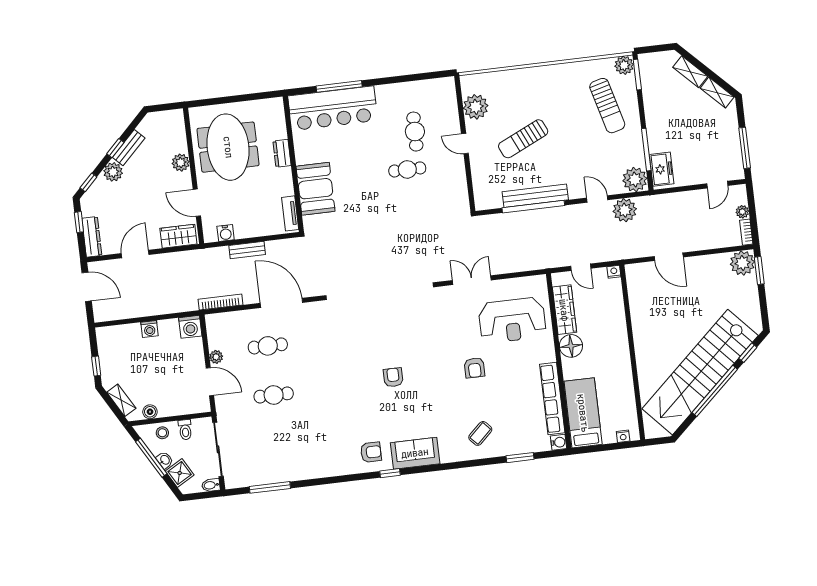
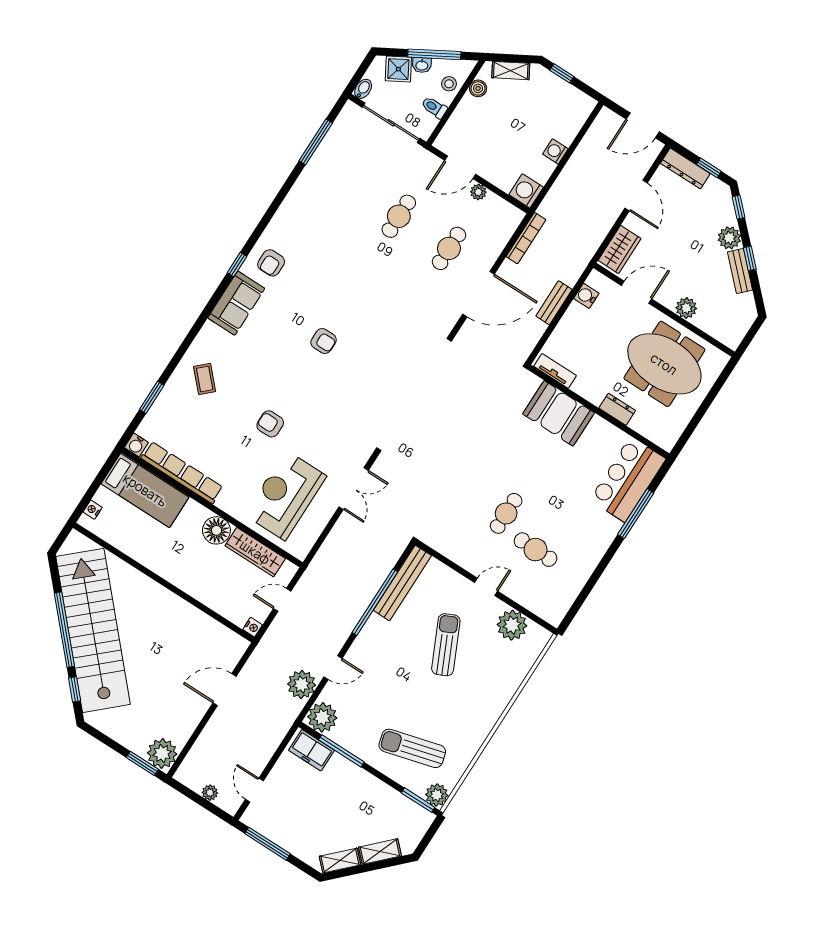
bar counter: (333, 108) -> (628, 479), width x0.73
bench: (535, 196) -> (402, 583), moved
bookcase: (746, 232) -> (188, 781), removed

